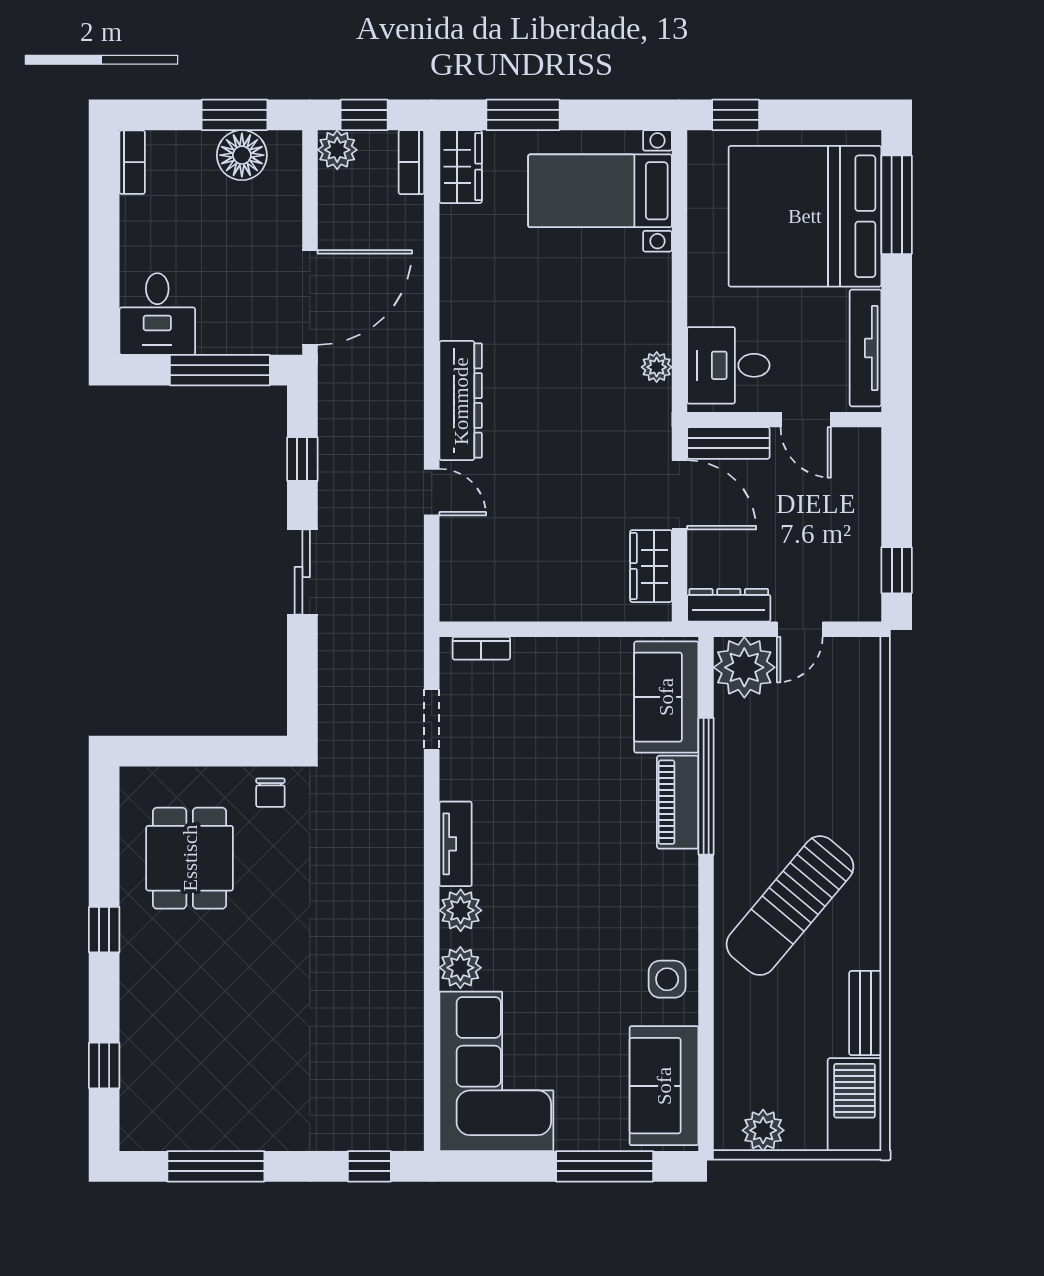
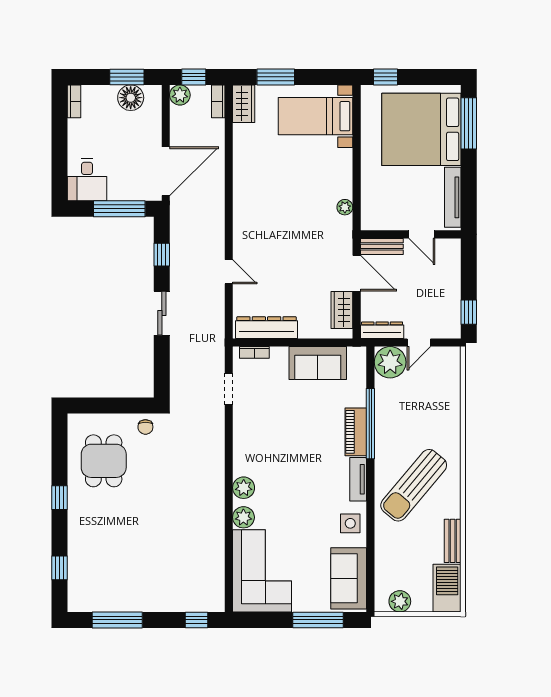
desk: (728, 365) -> (382, 206), removed
dresser: (461, 401) -> (266, 328), moved, turned -90
sofa: (666, 697) -> (318, 363), moved, turned -90
tv unit: (456, 844) -> (358, 479), moved, turned 180

